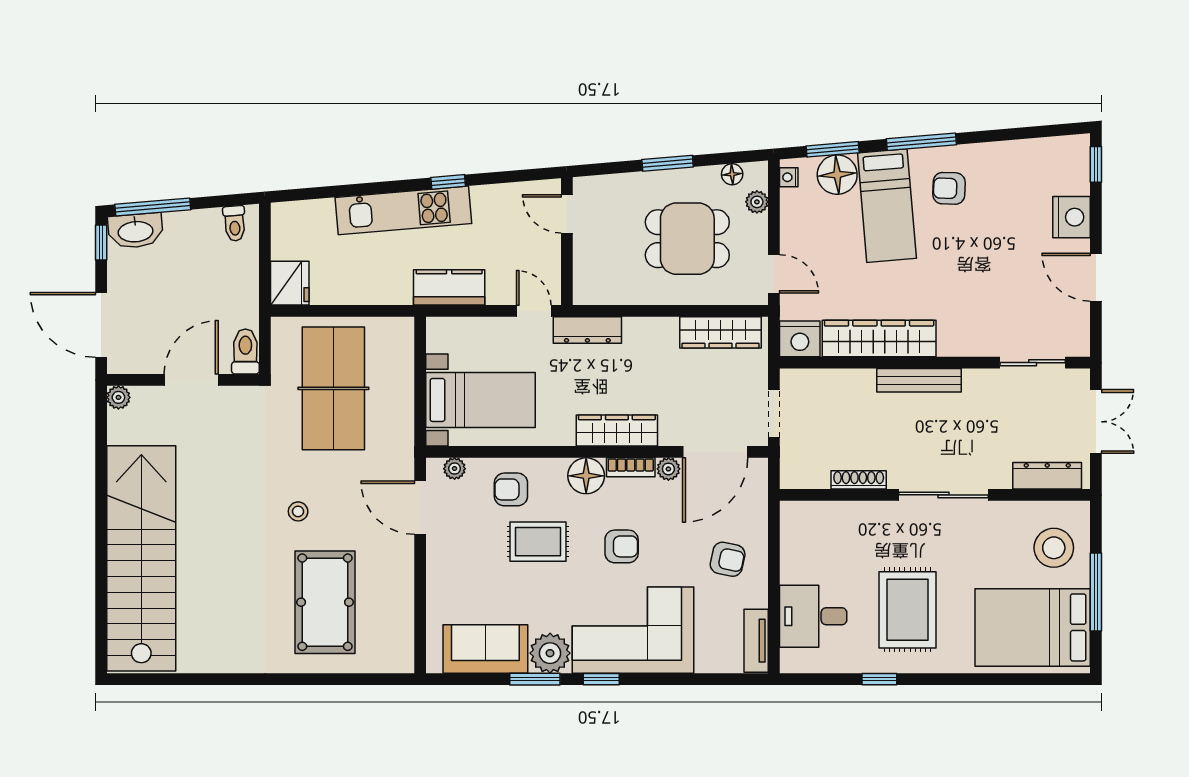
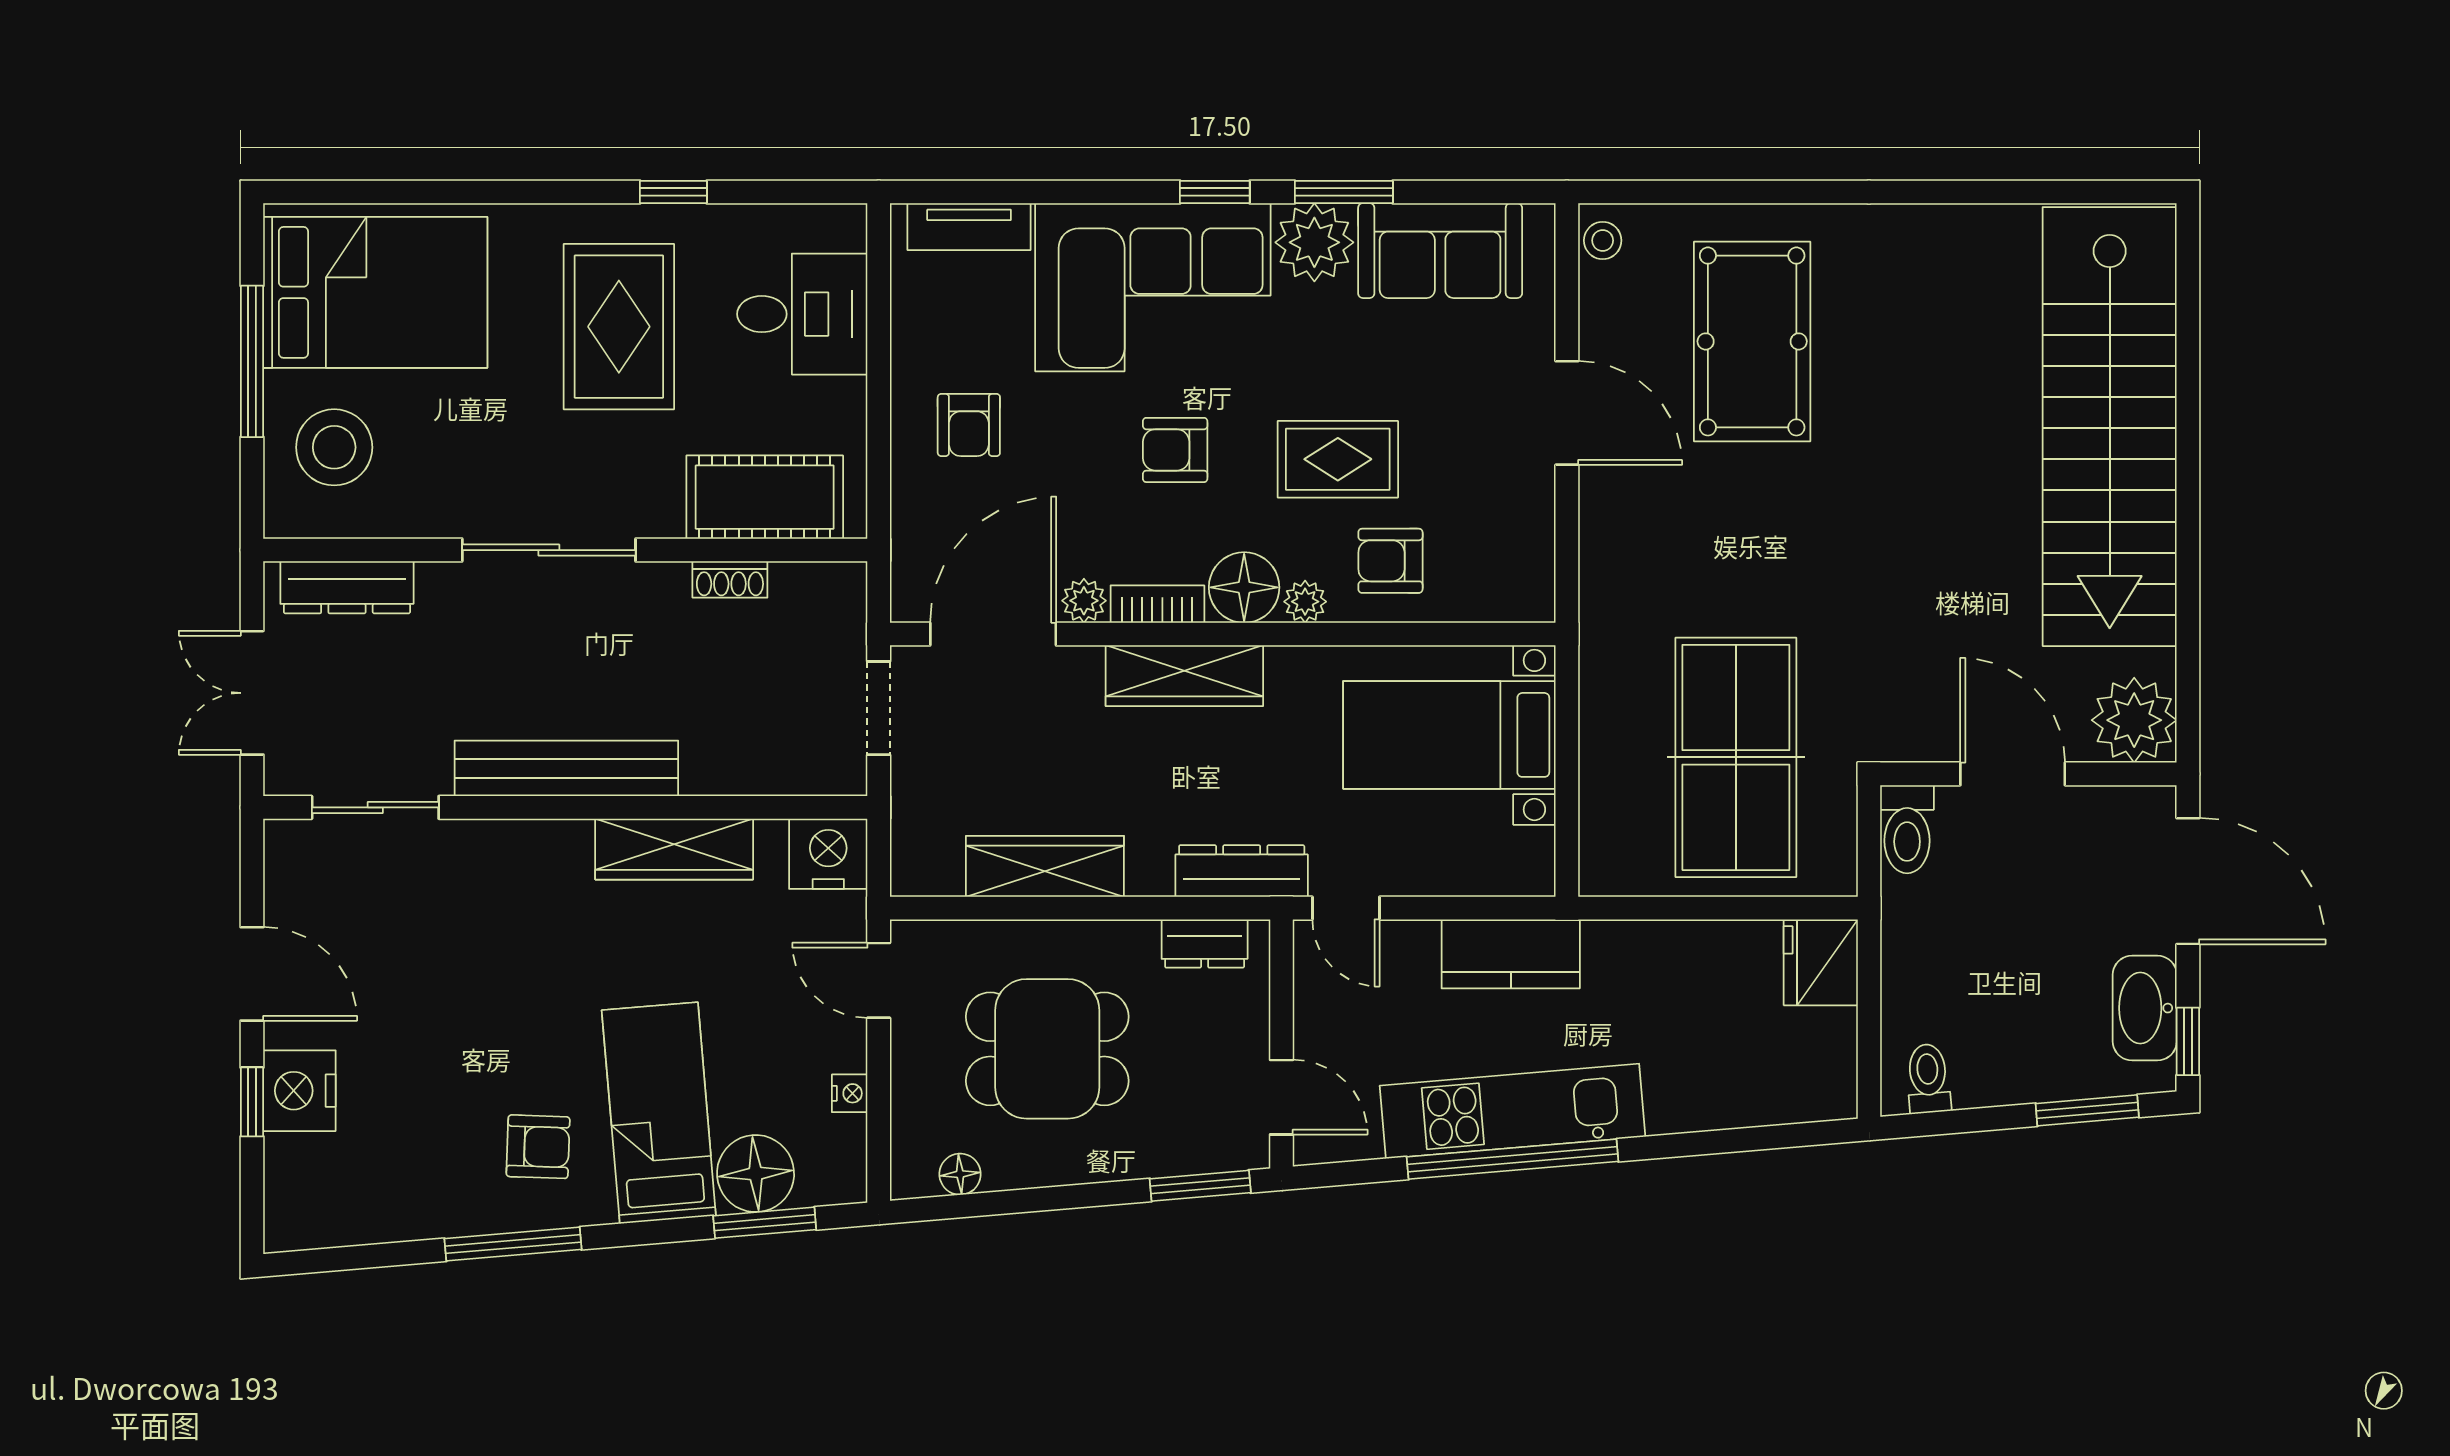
window: (921, 142) -> (513, 1244), moved
window: (668, 163) -> (1200, 1186), moved
window: (1096, 164) -> (252, 1102), moved
nightstand: (789, 177) -> (850, 1093), moved
window: (448, 182) -> (1513, 1159), width x3.17
plant: (757, 202) -> (912, 1120), removed
window: (153, 207) -> (2087, 1110), width x0.69
kitchen unit: (403, 210) -> (1513, 1111), moved
washbasin: (135, 231) -> (2145, 1008), moved, turned -85
dresser: (606, 293) -> (1205, 943), added
wardrobe: (721, 332) -> (1045, 866), moved
wardrobe: (879, 339) -> (674, 849), width x0.71, depth x0.85
door: (191, 380) -> (2013, 774), swing flipped
bench: (919, 380) -> (566, 768), width x1.37, depth x1.21
plant: (118, 397) -> (2134, 720), width x1.87, depth x1.87
plant: (455, 469) -> (1305, 602), moved
shoe rack: (859, 480) -> (730, 579), width x0.70
armchair: (511, 489) -> (1390, 561), turned 180
door: (420, 508) -> (1567, 413), moved
stool: (298, 511) -> (1603, 240), moved
cot: (833, 522) -> (765, 497), added
armchair: (728, 559) -> (969, 425), turned -102
tv unit: (756, 641) -> (969, 227), moved, turned 90

